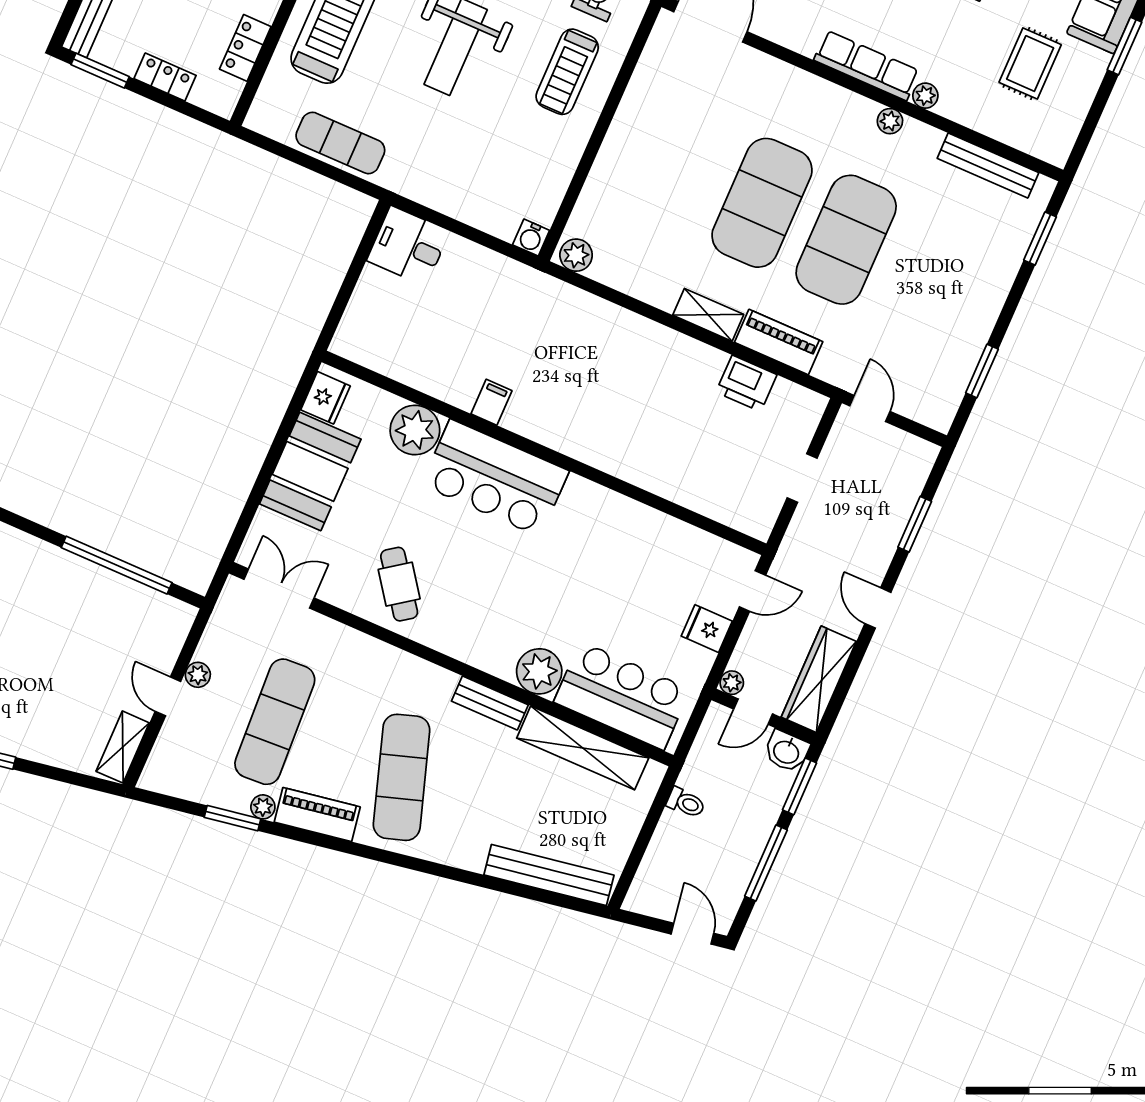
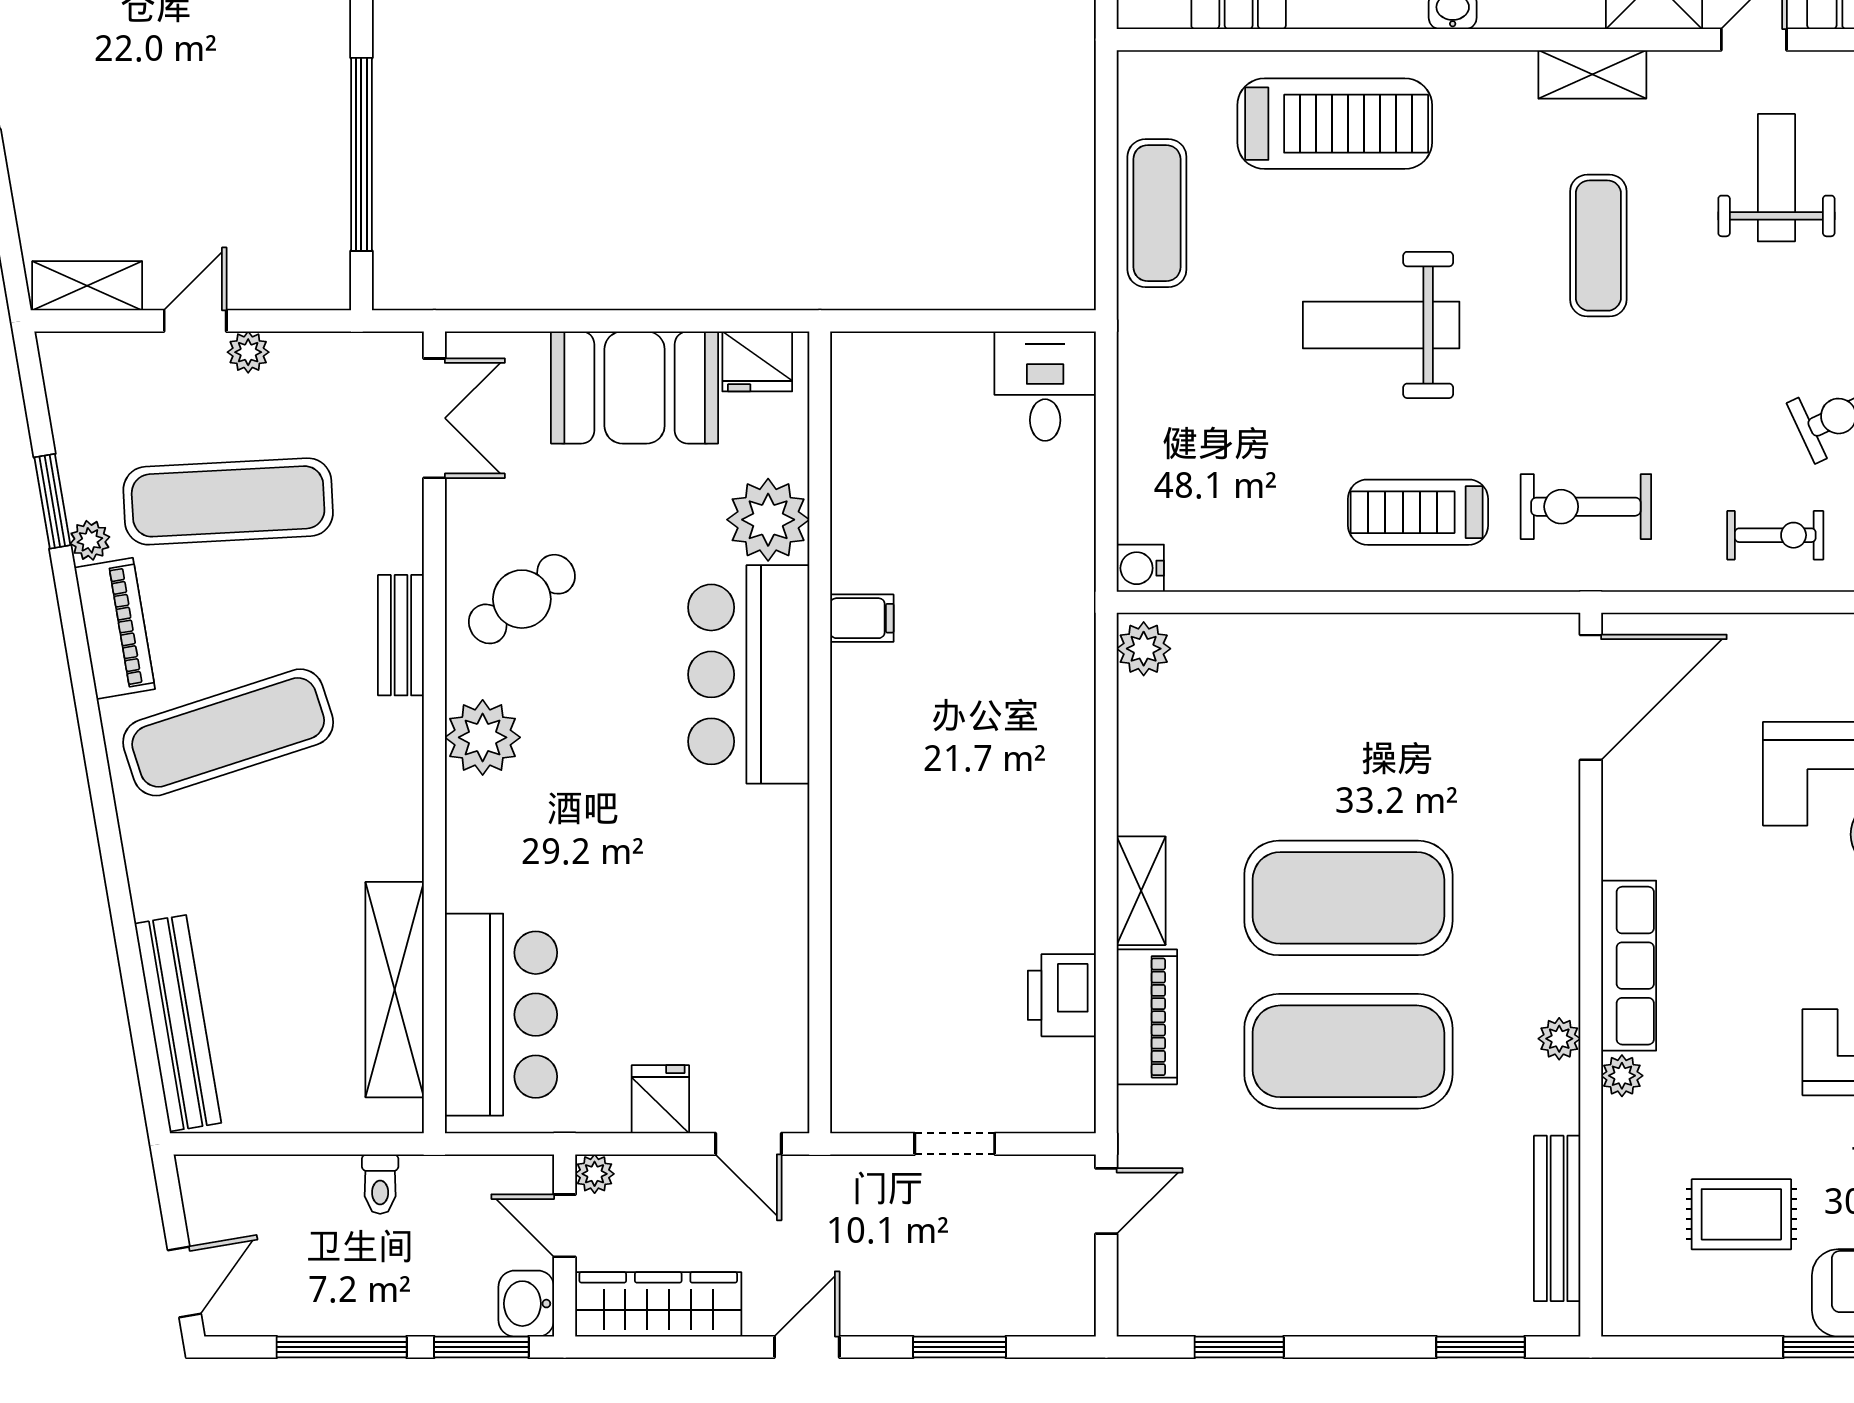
plant: (539, 671) -> (483, 737), moved
bench: (490, 703) -> (401, 635), moved

